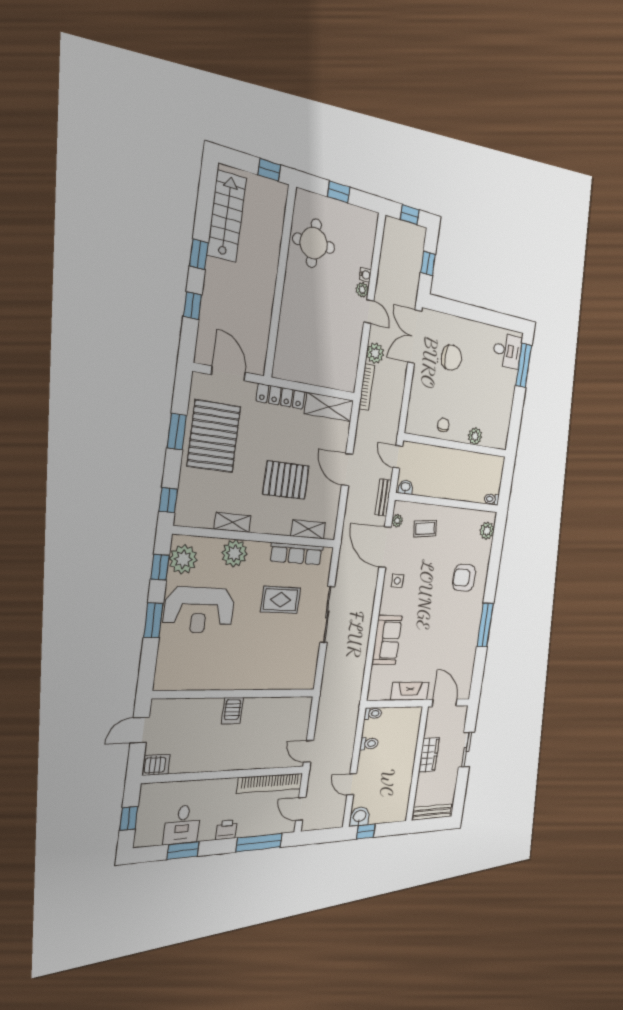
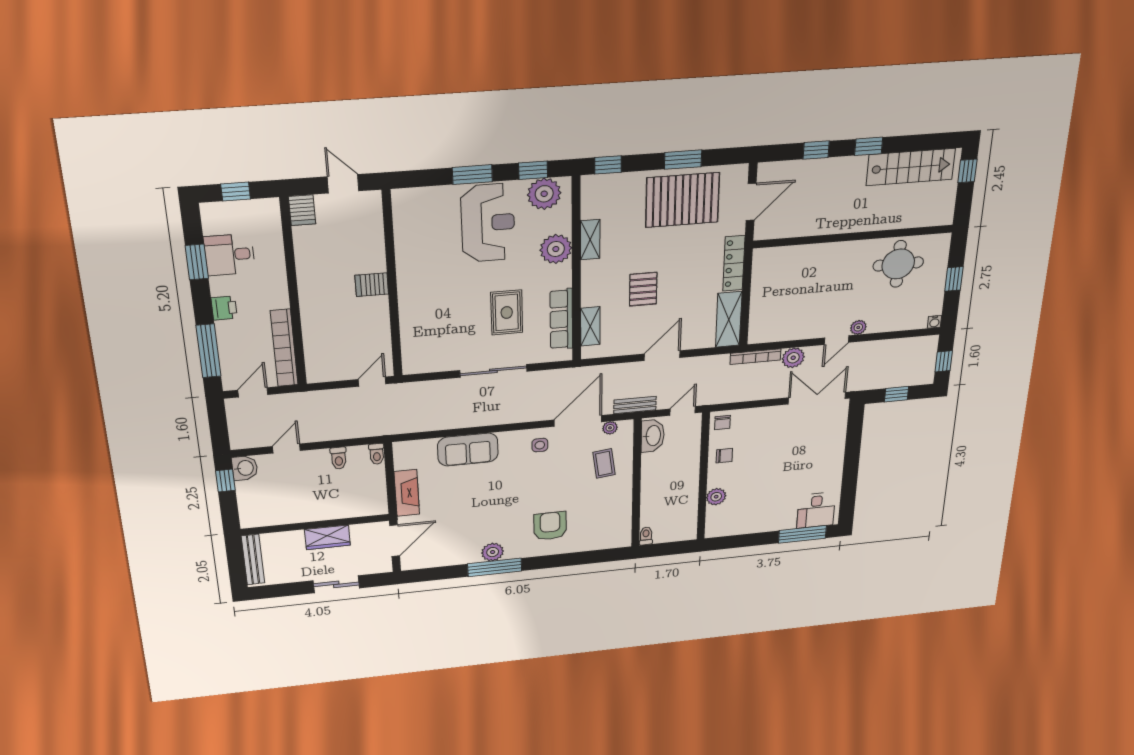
window: (269, 170) -> (967, 171), moved
water cooler: (365, 275) -> (934, 322), moved
chair: (451, 358) -> (722, 423), moved, width x0.54, depth x0.54
pallet: (286, 480) -> (643, 289), width x0.67, depth x0.71
washbasin: (406, 487) -> (653, 436), width x1.91, depth x1.45
plant: (487, 531) -> (493, 552), moved
reception desk: (199, 610) -> (488, 223), turned 180
door: (309, 751) -> (372, 382), moved

